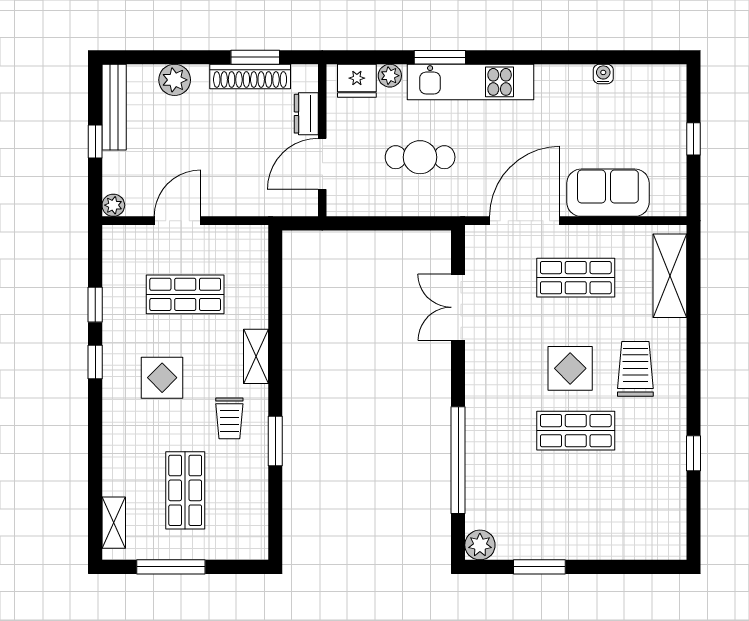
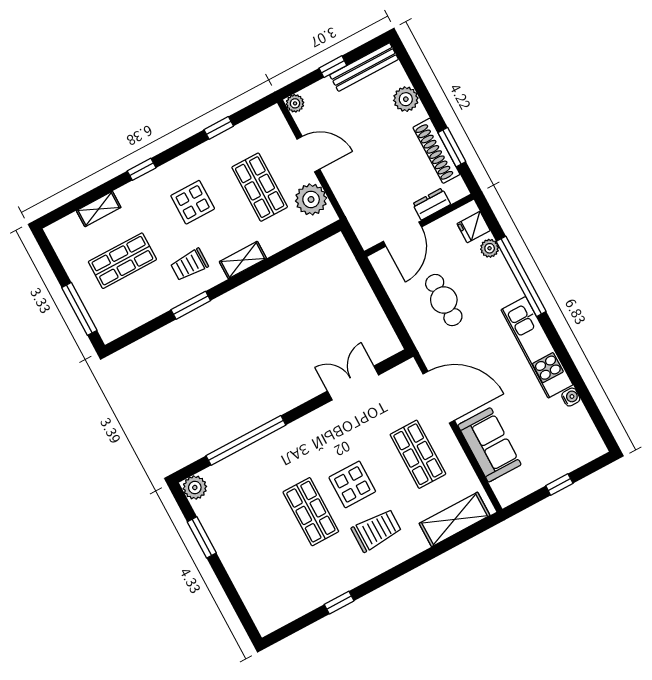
window: (440, 57) -> (521, 276), width x2.11
fridge: (357, 81) -> (474, 227), width x0.72
kitchen unit: (470, 82) -> (537, 347), moved
door: (322, 164) -> (402, 234), swing flipped
plant: (229, 245) -> (311, 199), added
window: (95, 362) -> (142, 169), moved
shelving: (114, 523) -> (99, 209), moved
window: (171, 567) -> (79, 309), moved

